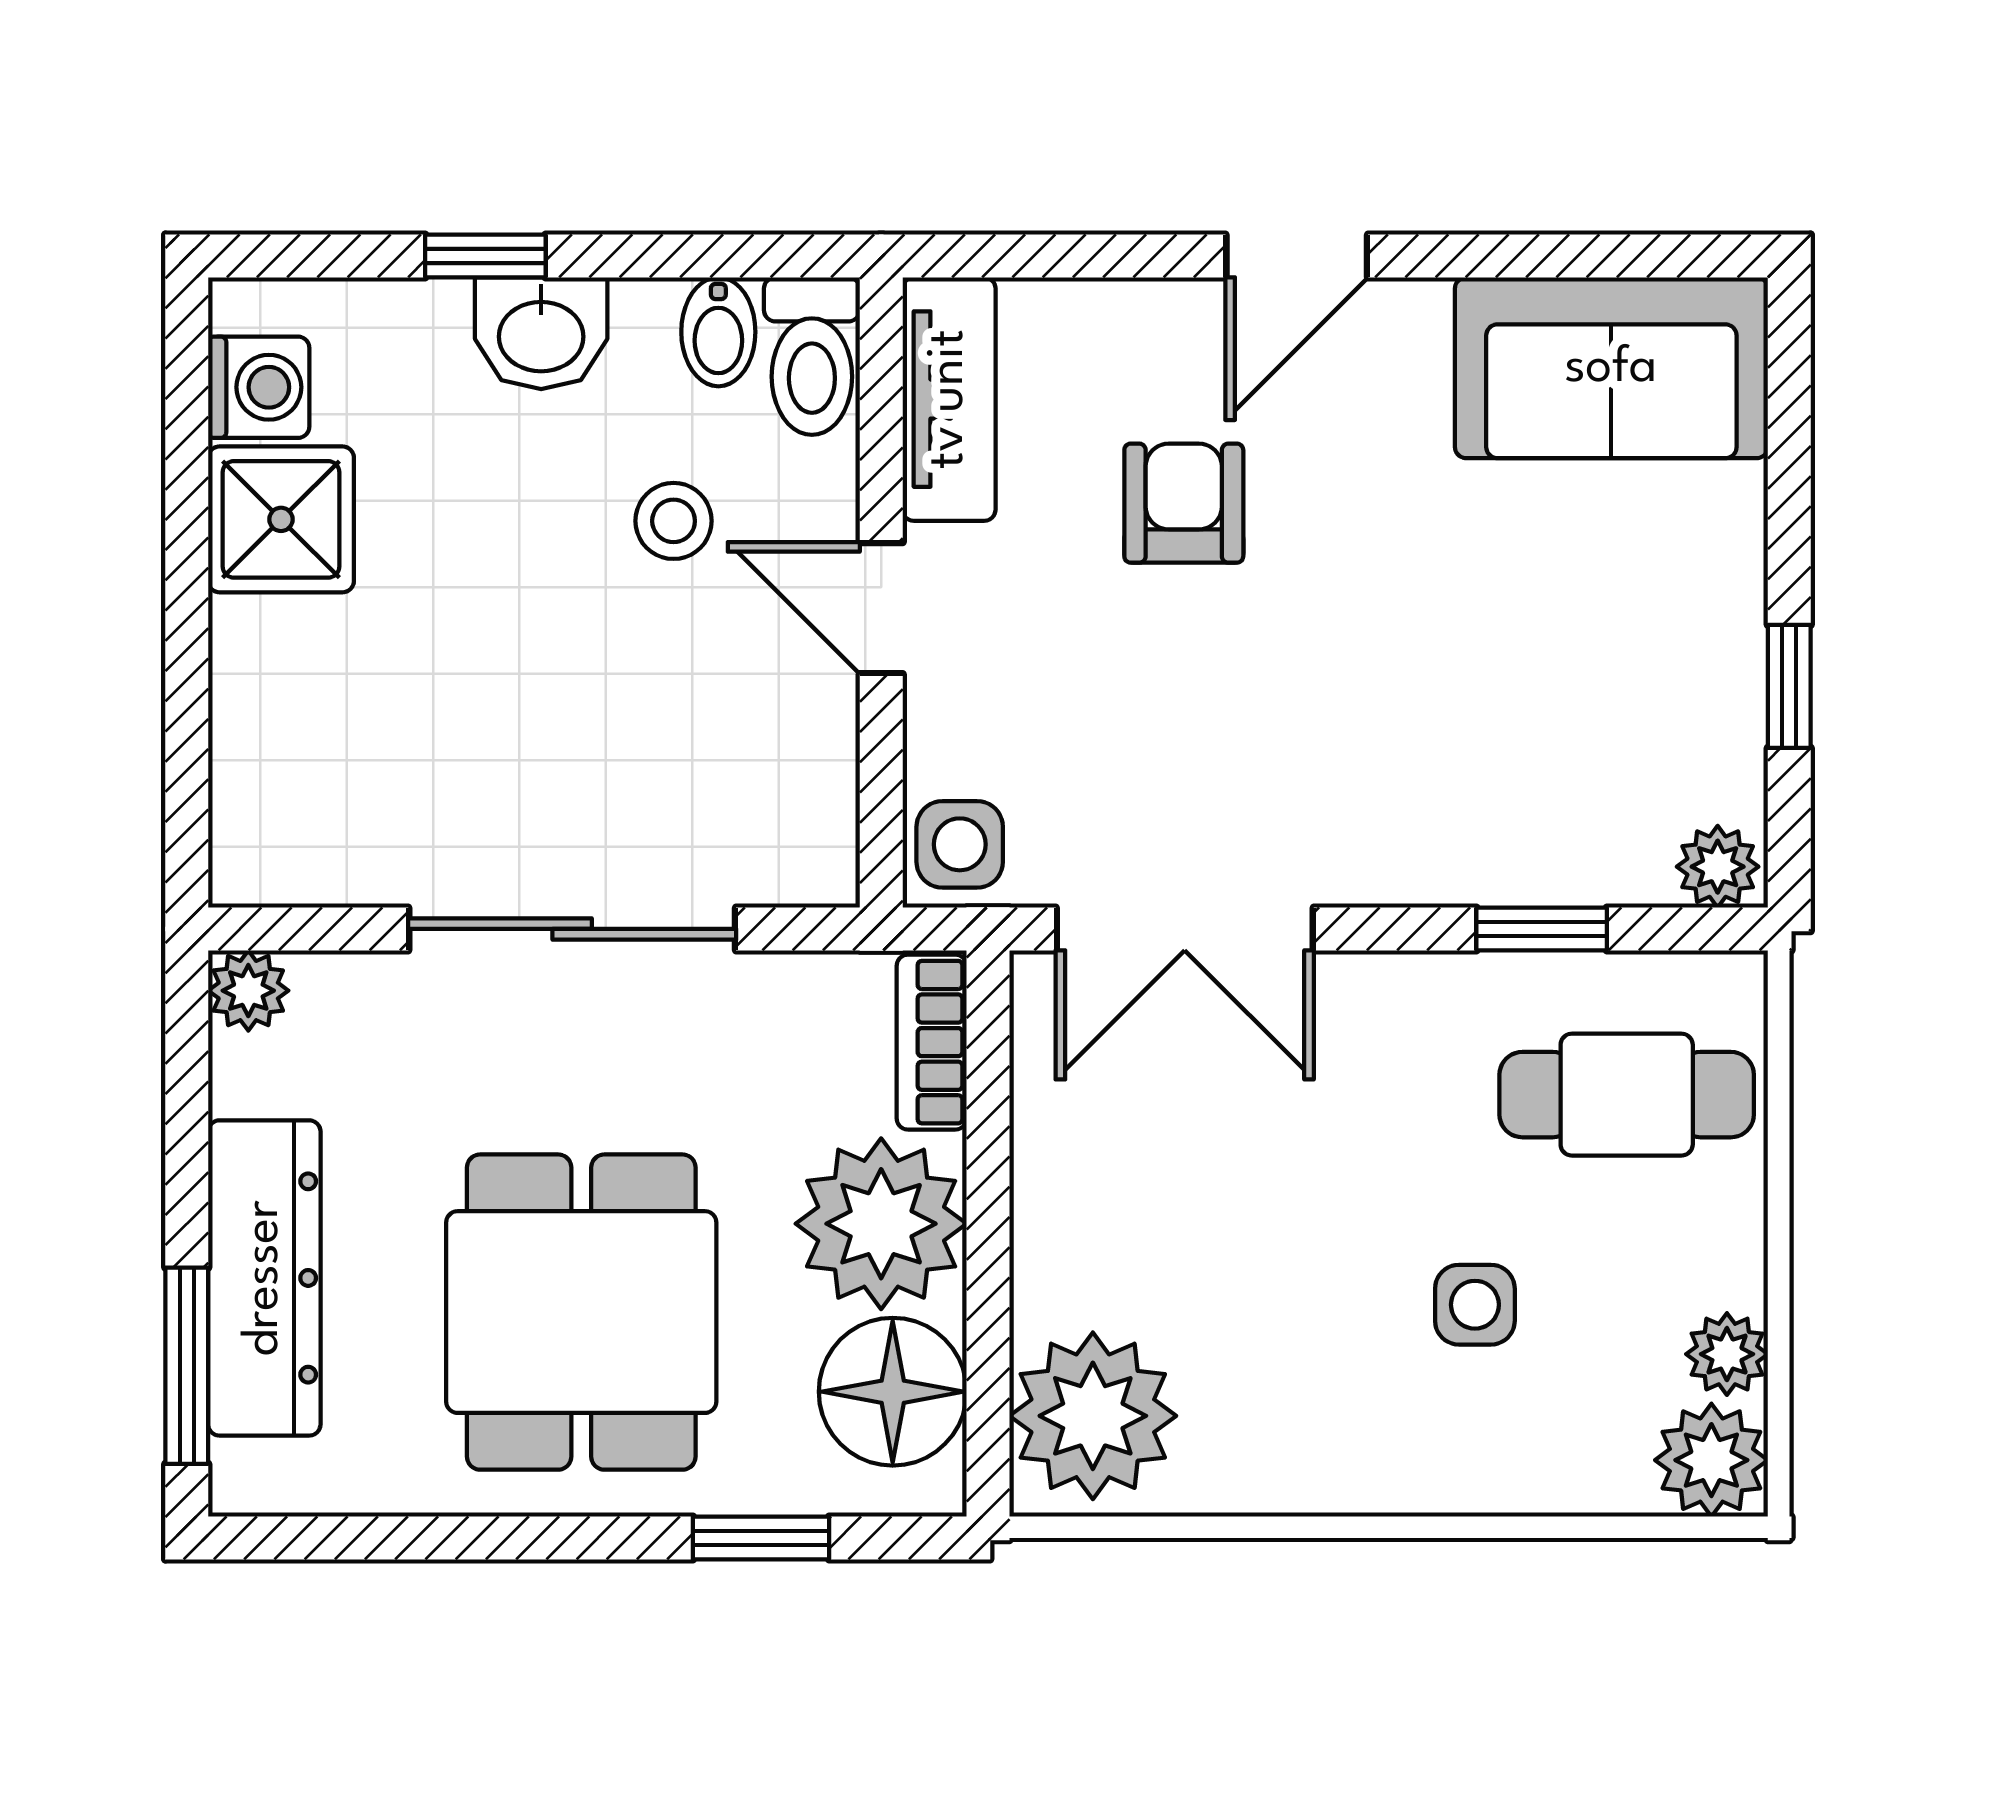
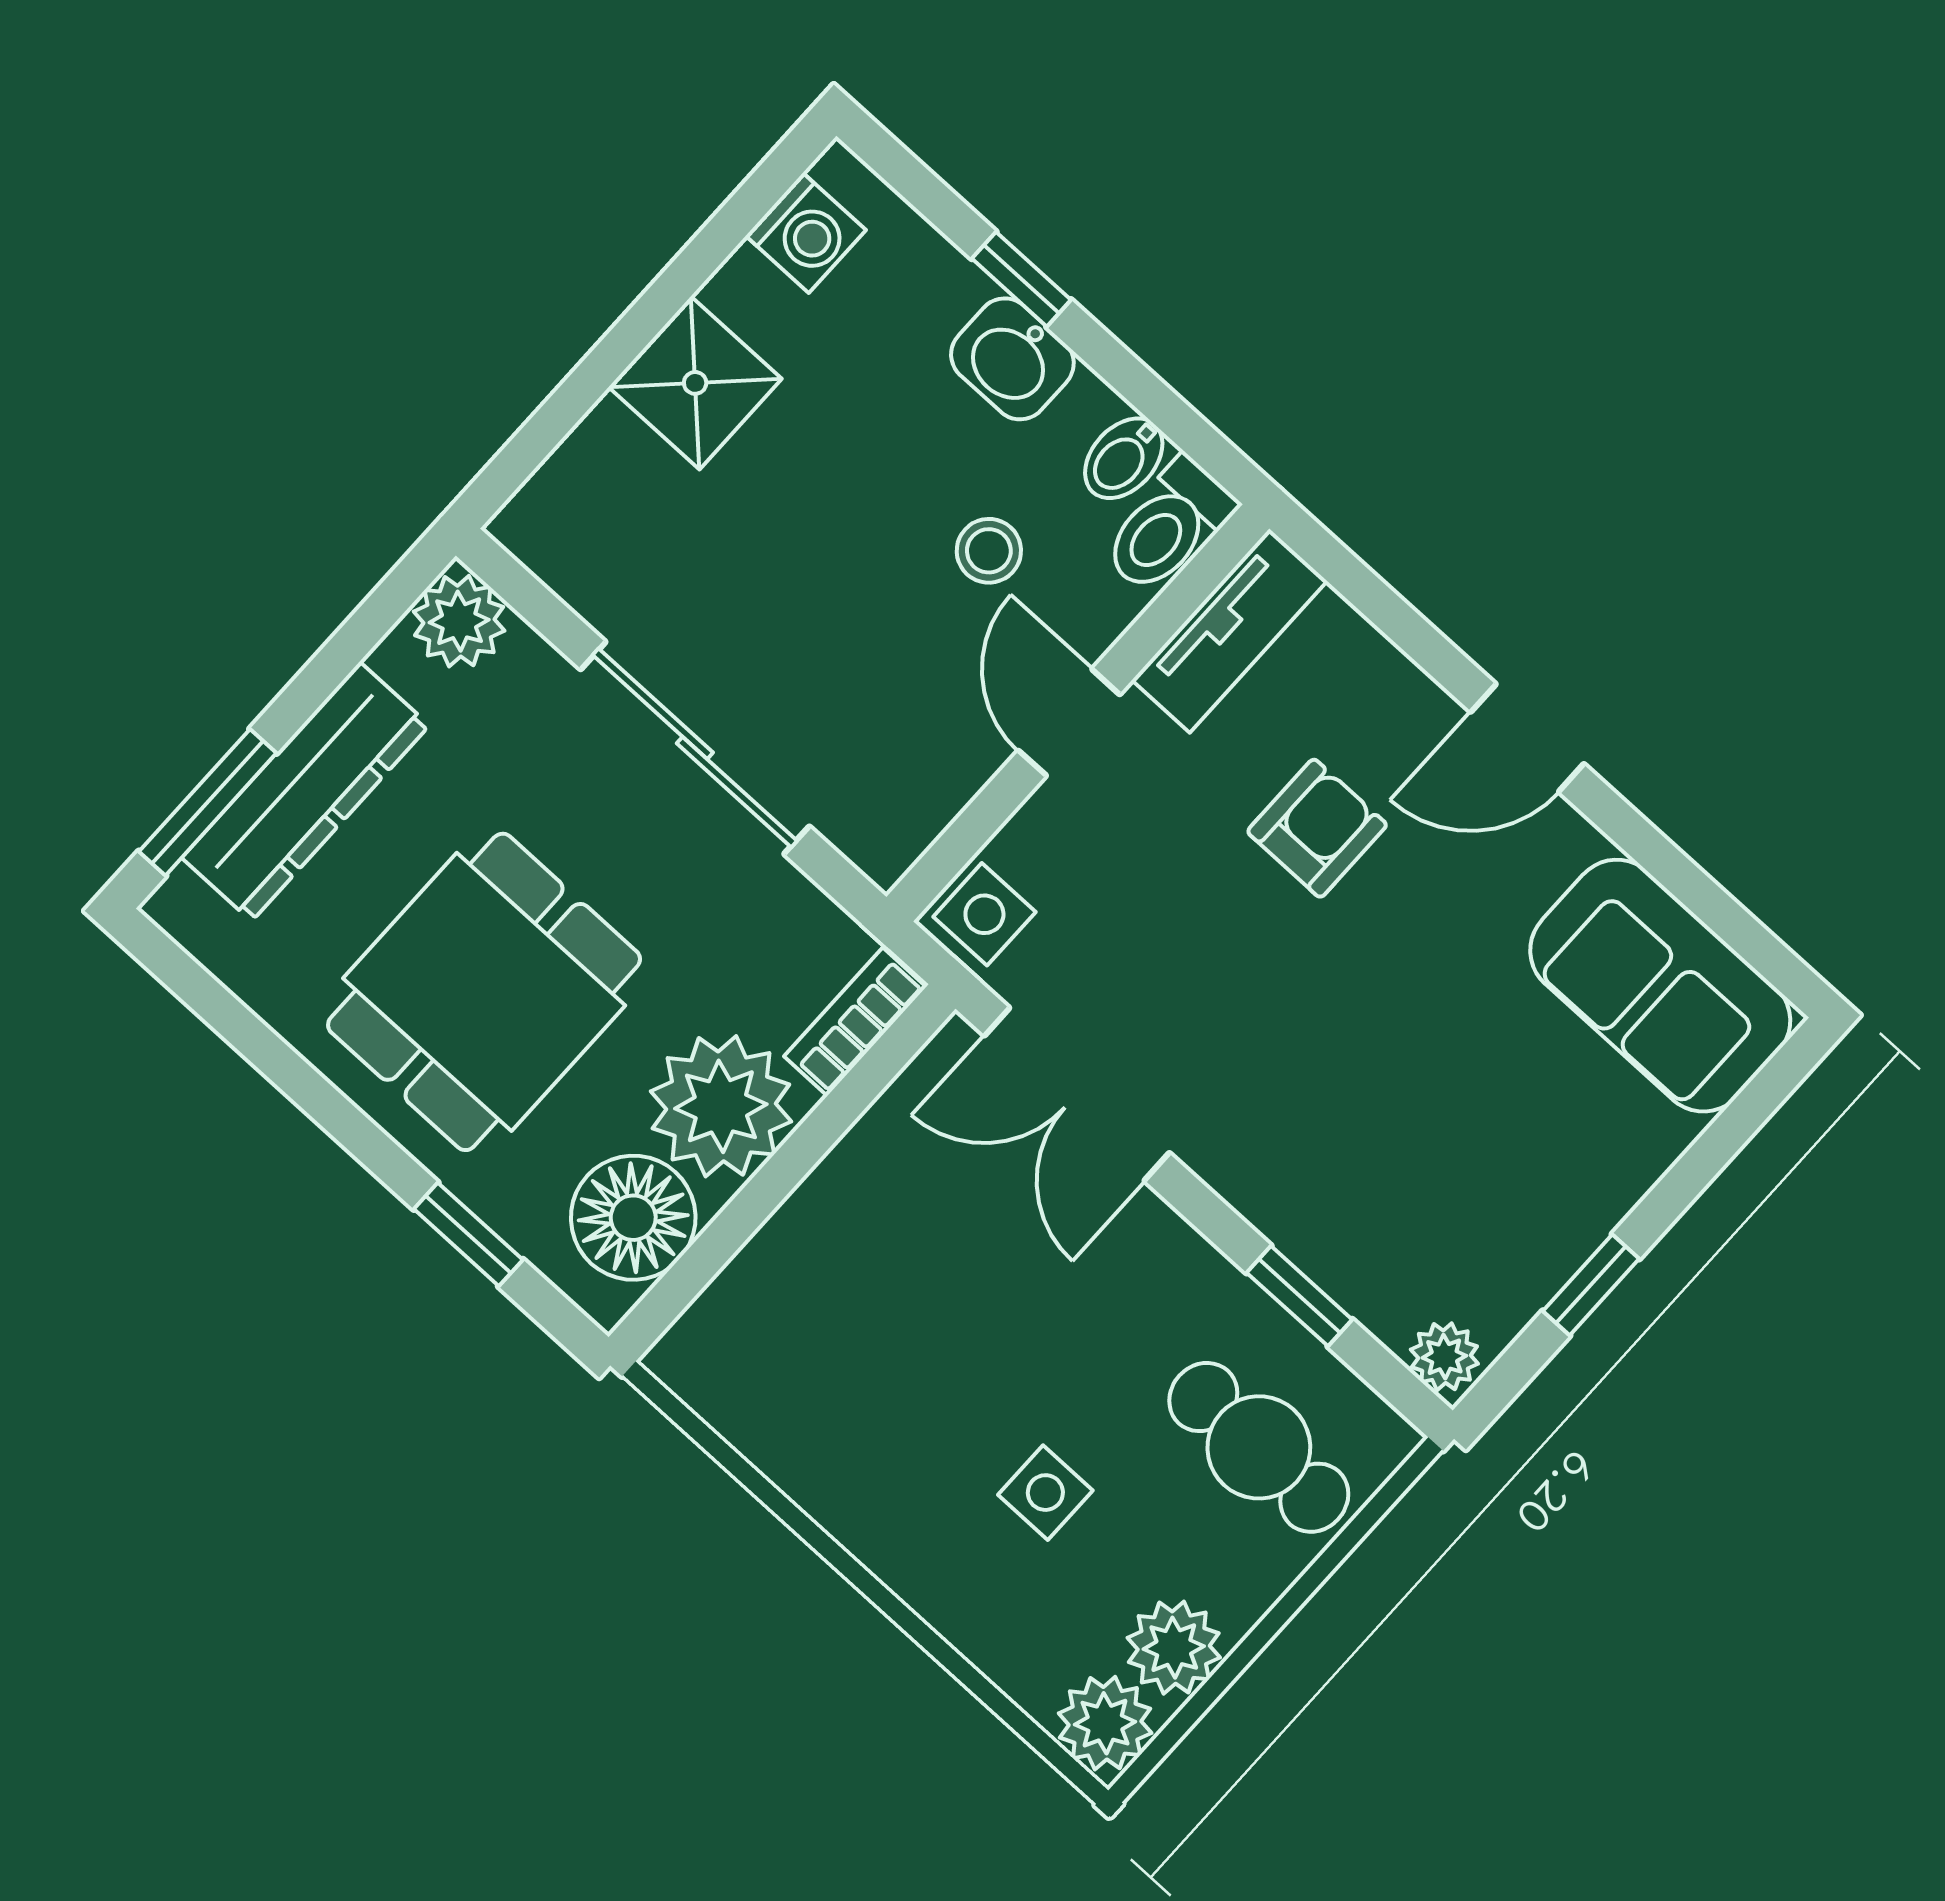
shower: (281, 519) -> (695, 383), moved
plant: (248, 991) -> (459, 621), width x1.38, depth x1.38
plant: (1727, 1354) -> (1174, 1648), width x1.38, depth x1.38
plant: (1093, 1416) -> (744, 1346), removed

